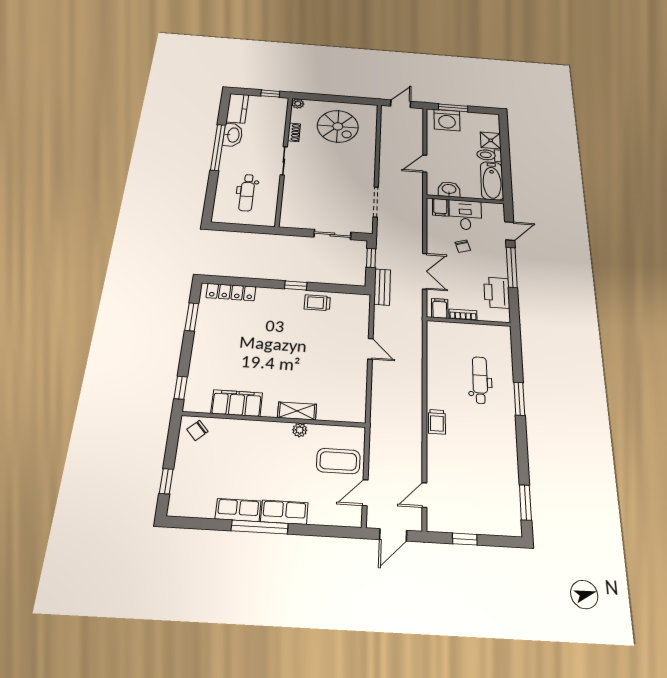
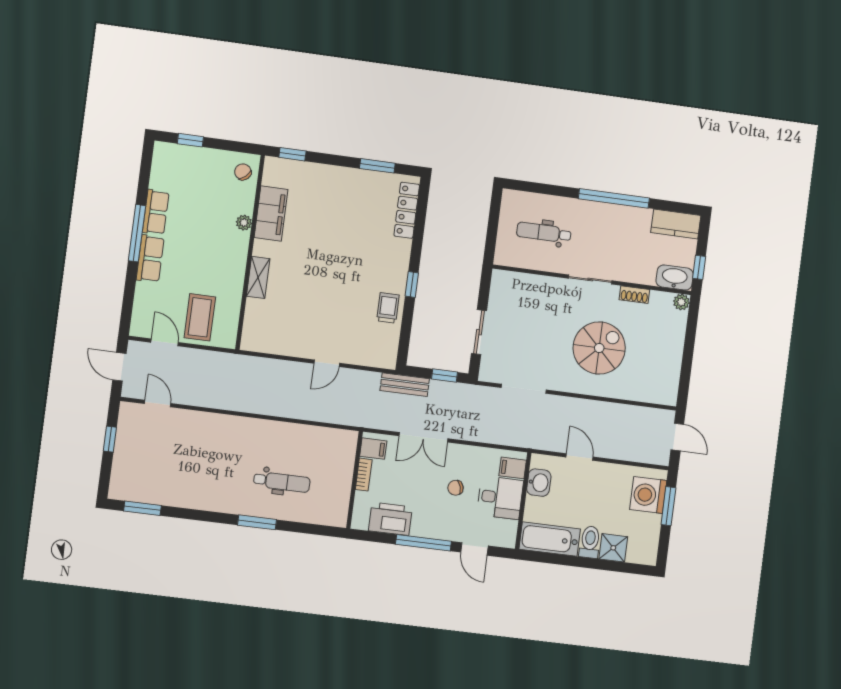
spiral stairs: (338, 126) -> (599, 348), moved, turned 180
washbasin: (233, 135) -> (675, 278), moved, turned 180
trolley: (437, 422) -> (236, 427), removed
plant: (300, 430) -> (244, 223), moved

